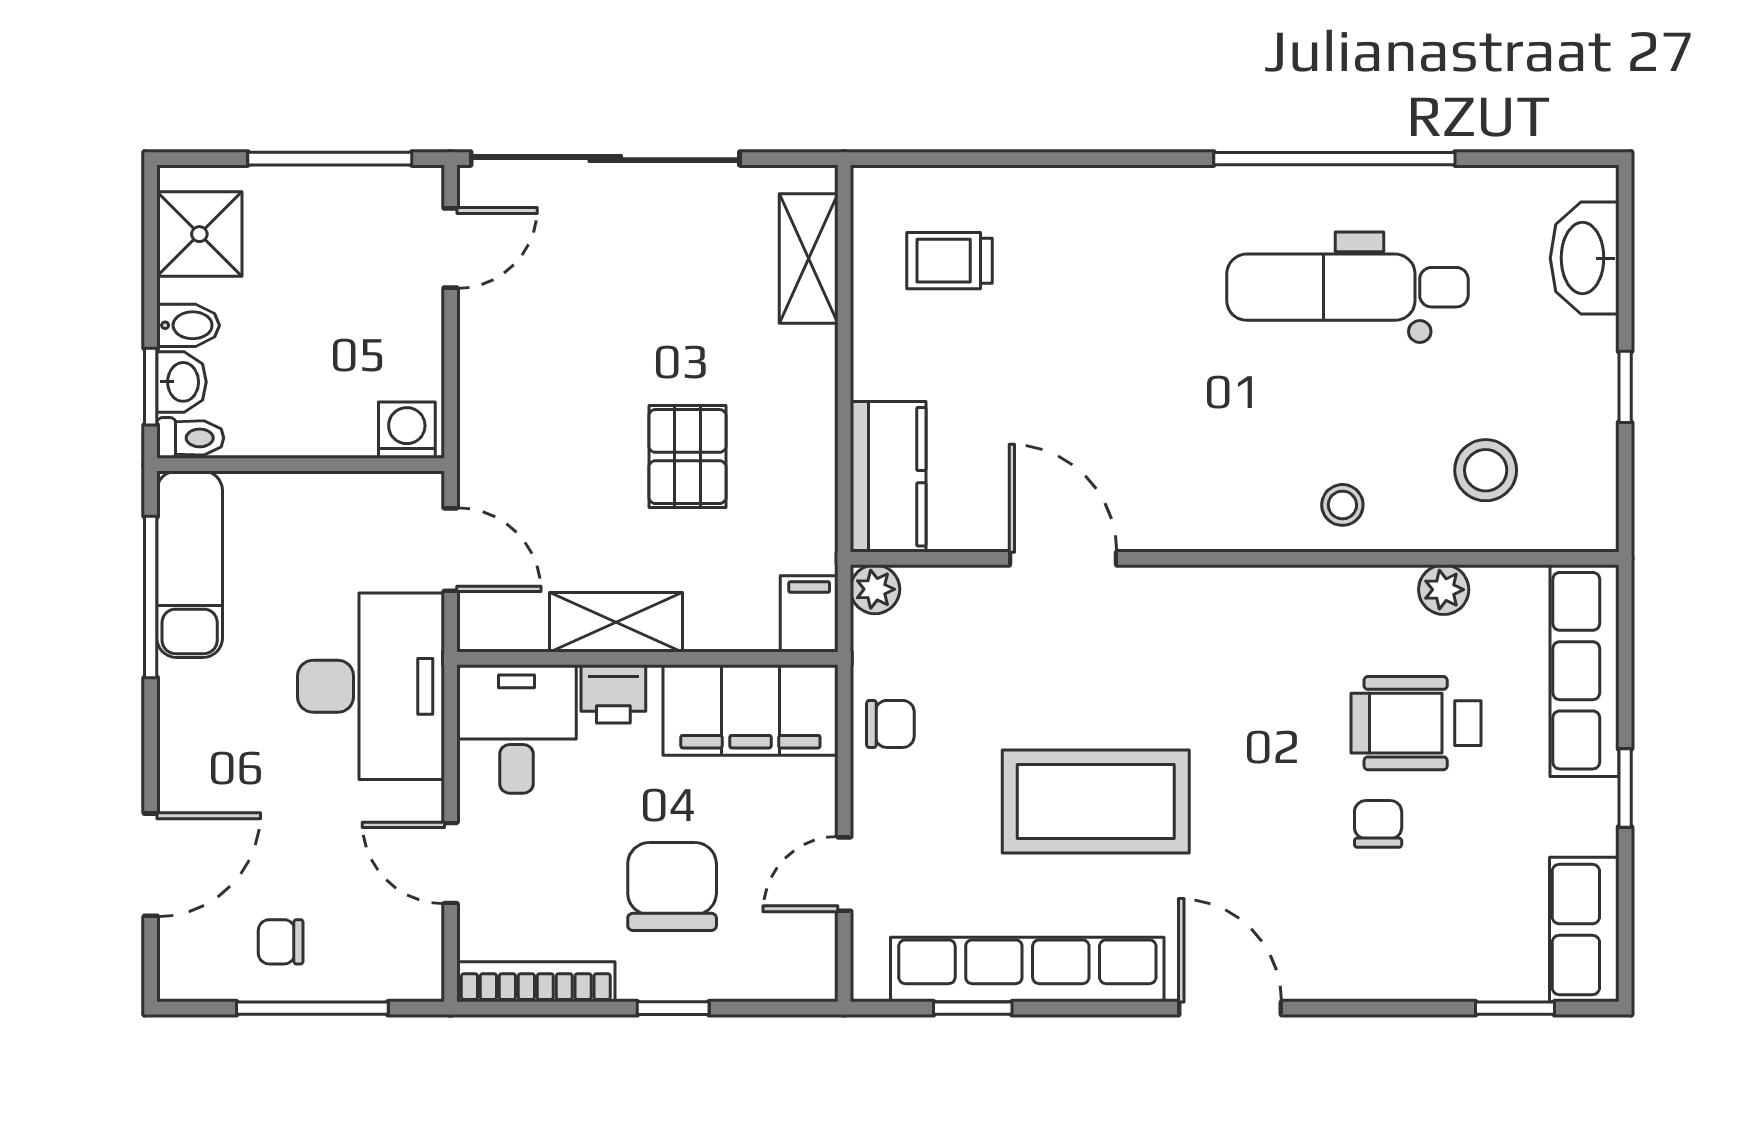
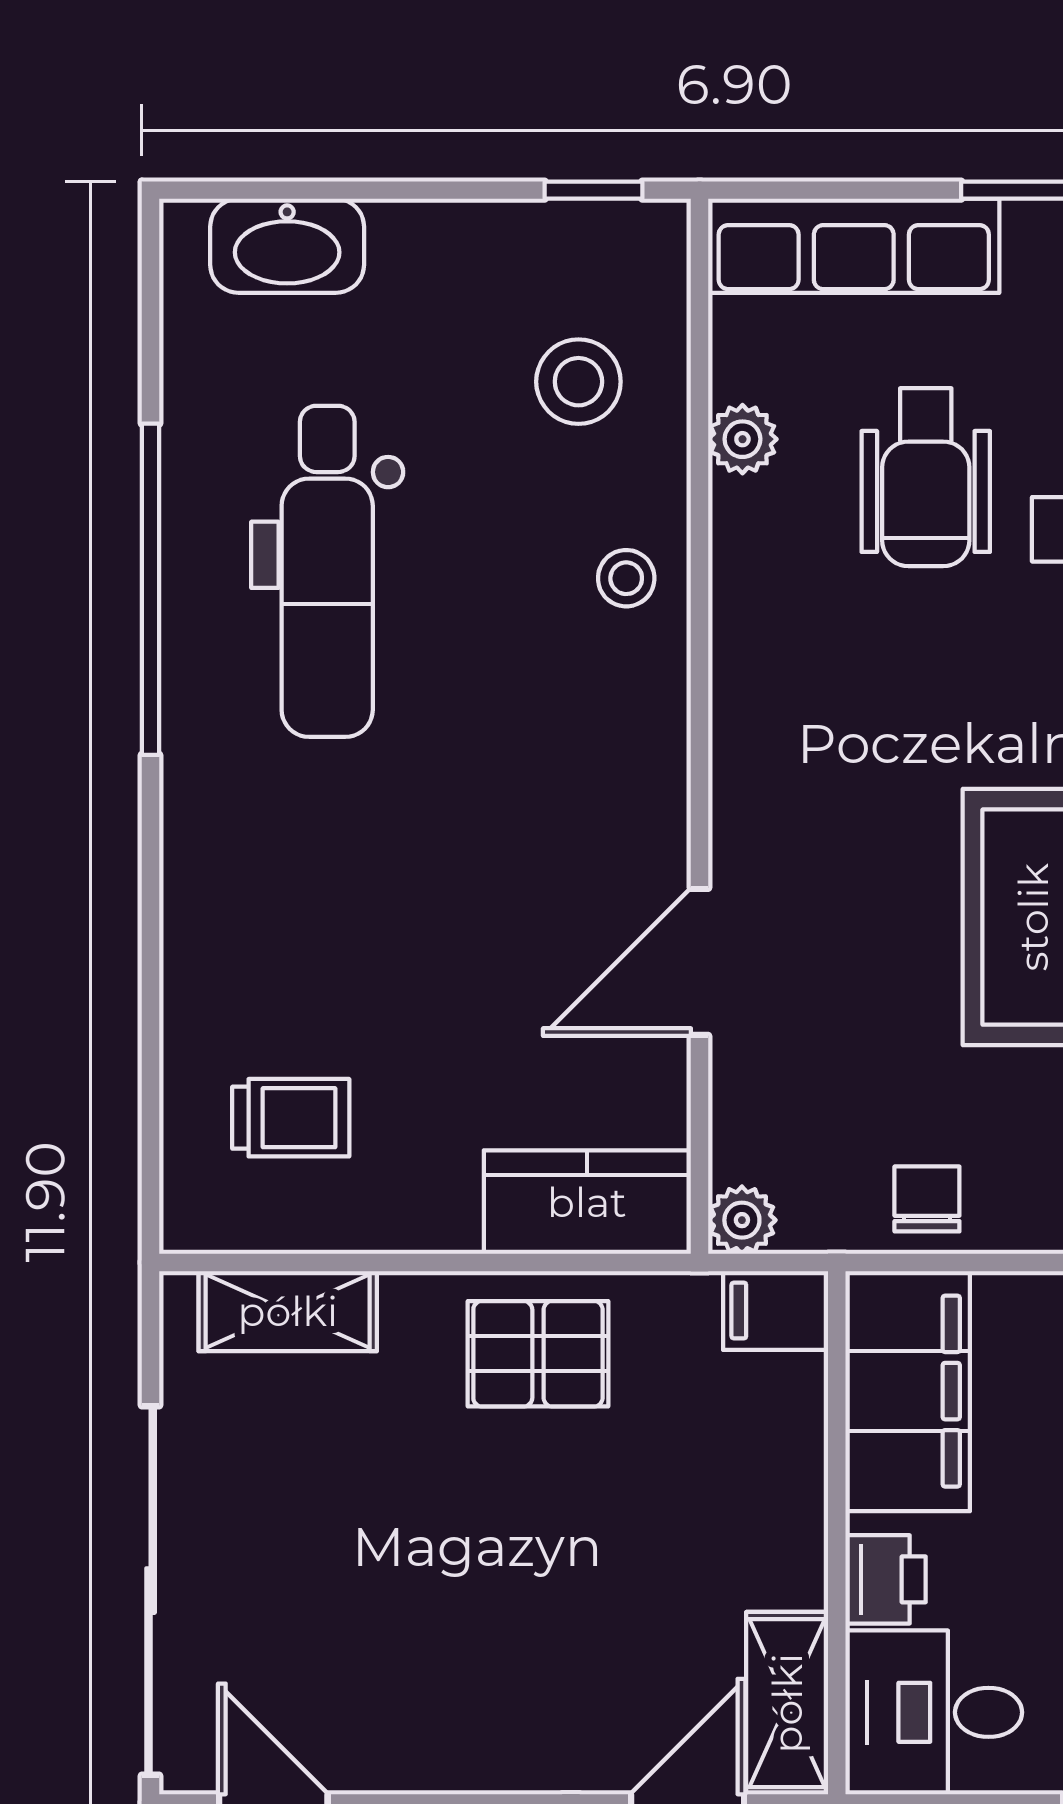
trolley: (950, 261) -> (291, 1118), turned -90
window: (1625, 387) -> (594, 190), moved
pallet: (687, 457) -> (538, 1354), moved
shelving: (616, 622) -> (787, 1703), moved

